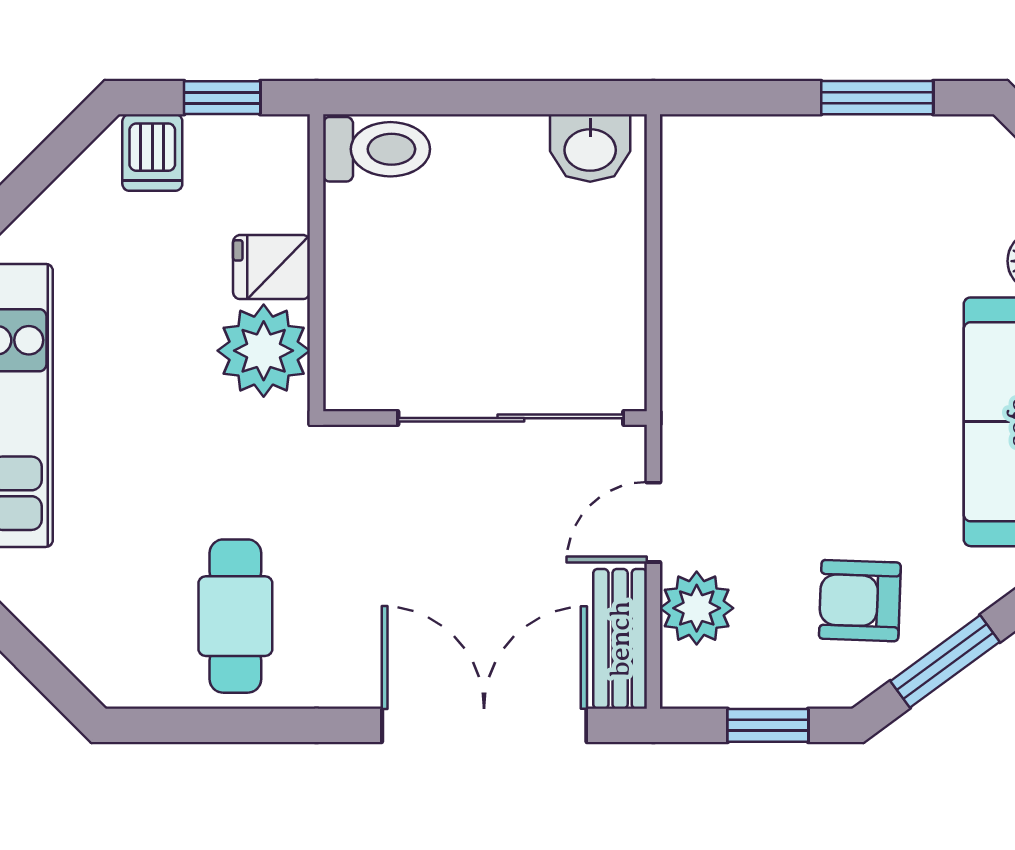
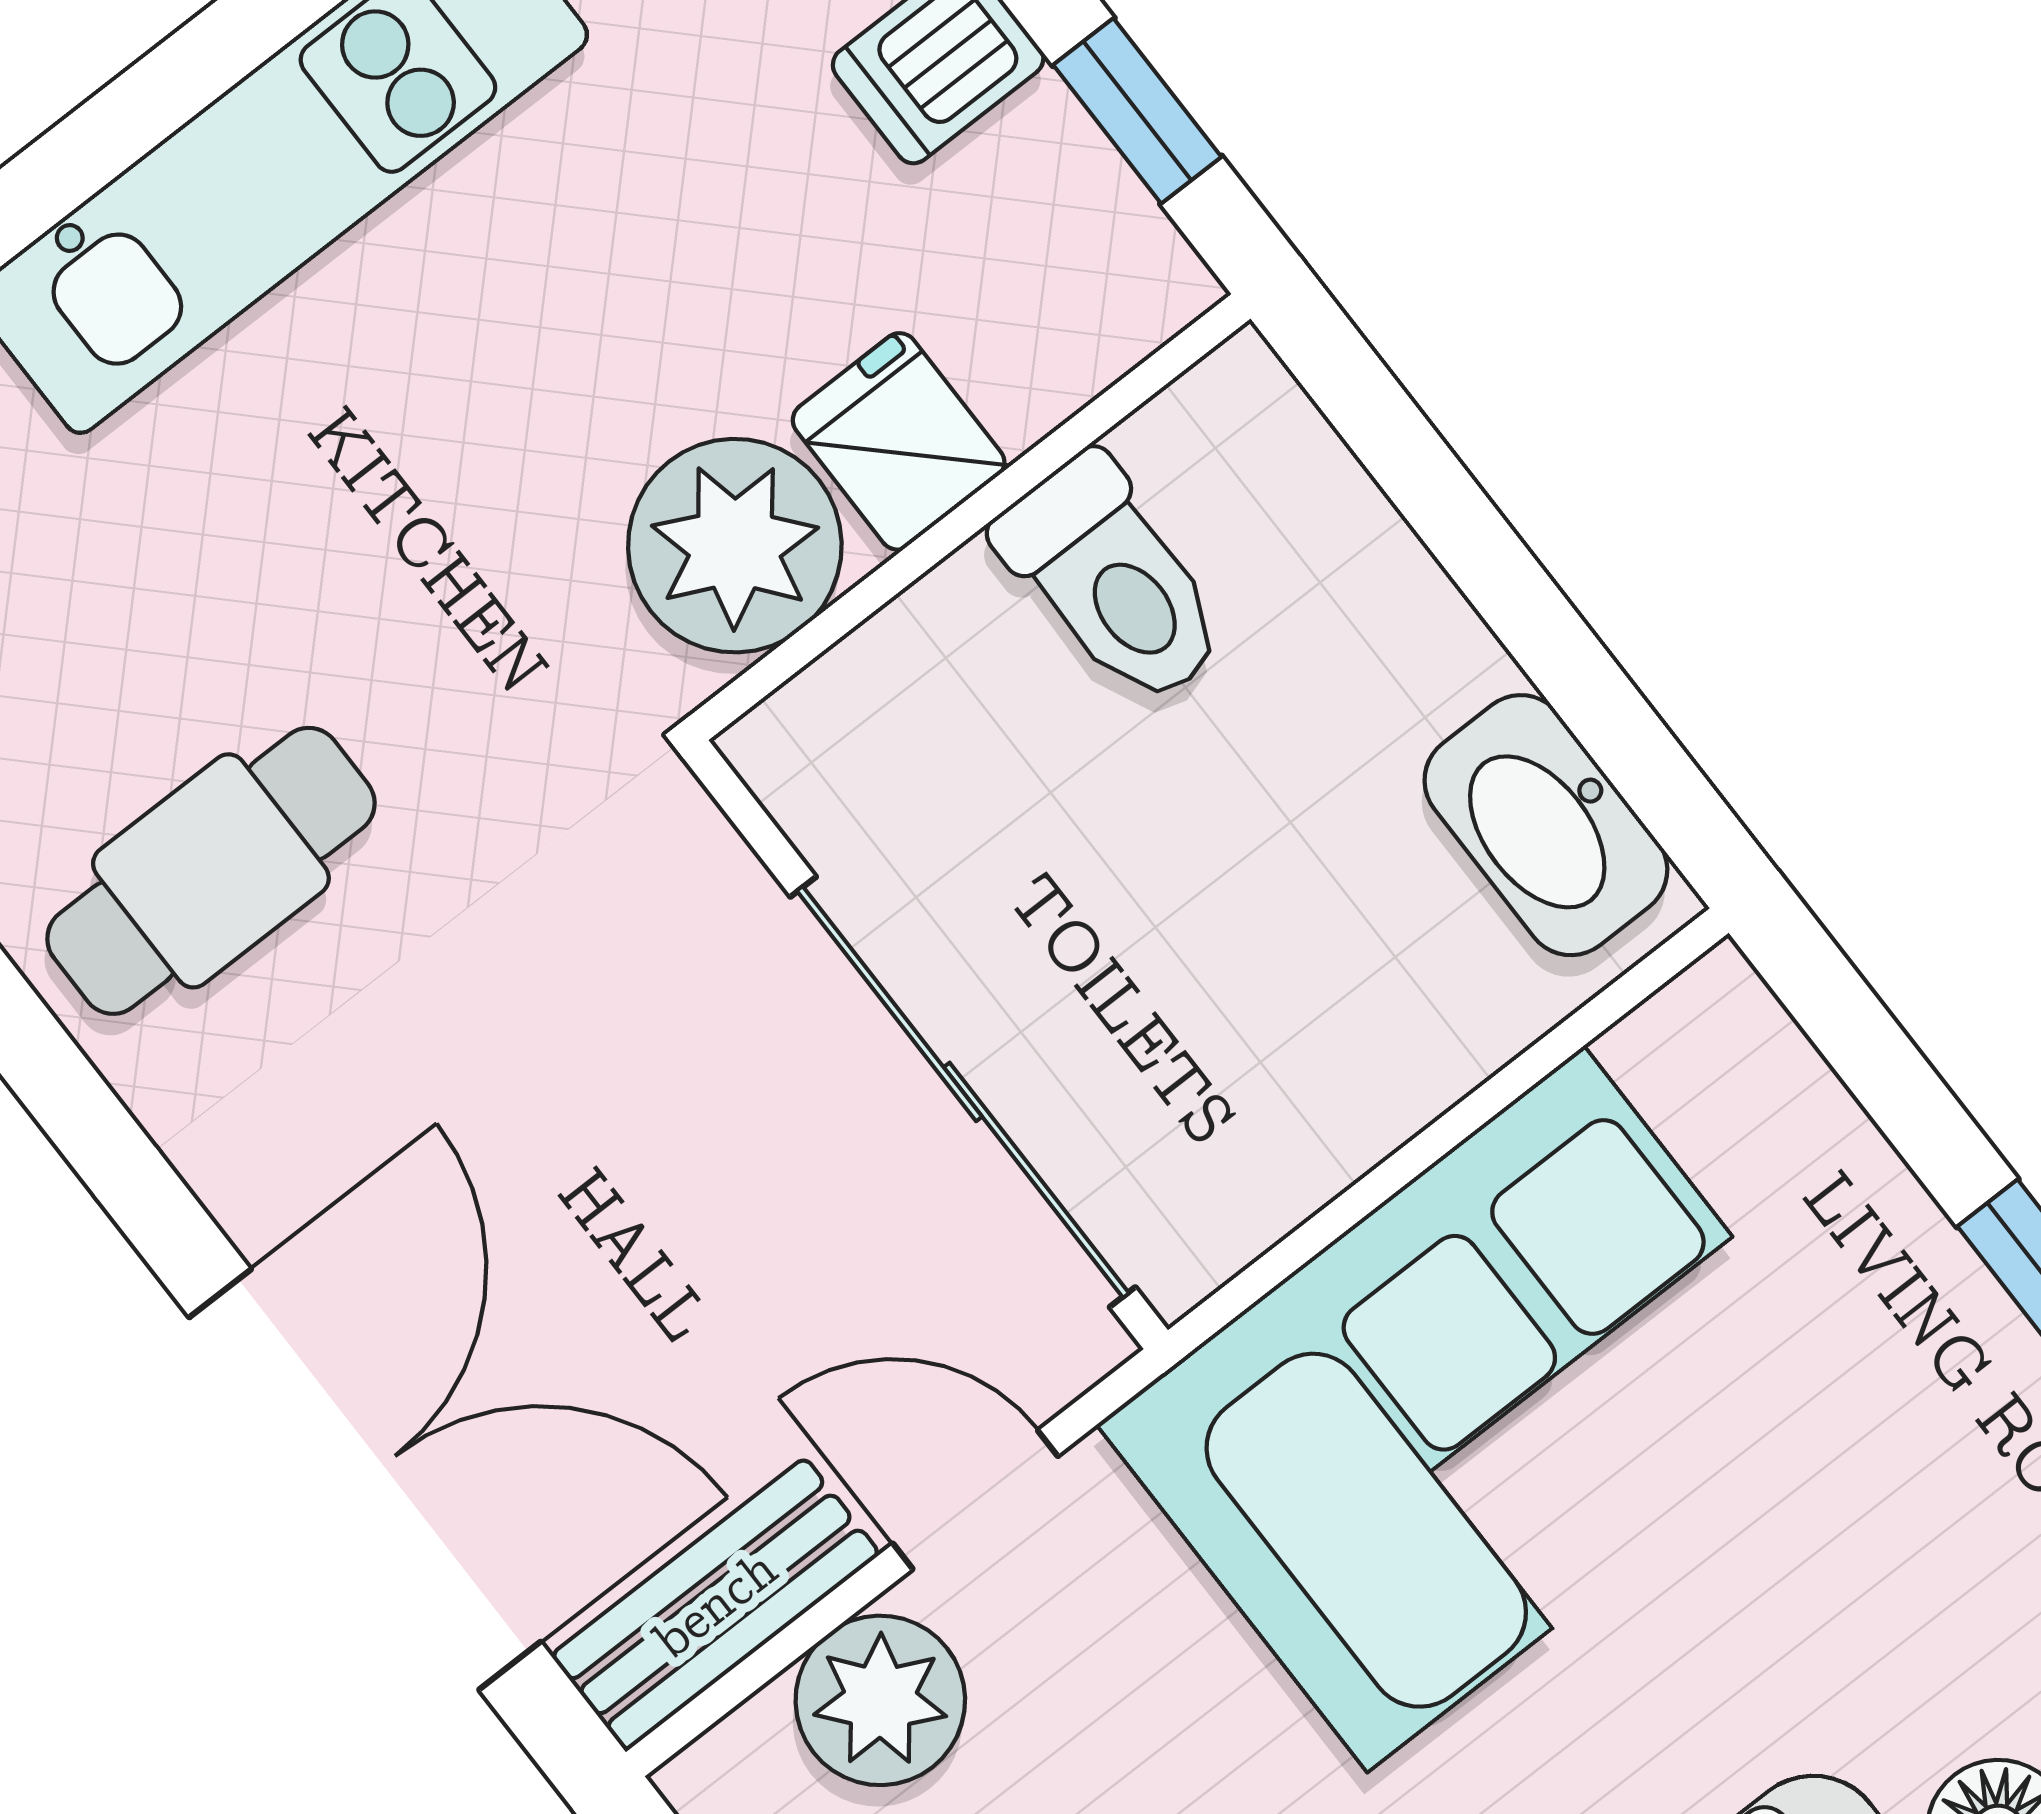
washbasin: (590, 148) -> (1546, 825), width x1.38
toilet: (377, 149) -> (1114, 581), moved
corner sofa: (755, 327) -> (1475, 1409), added

